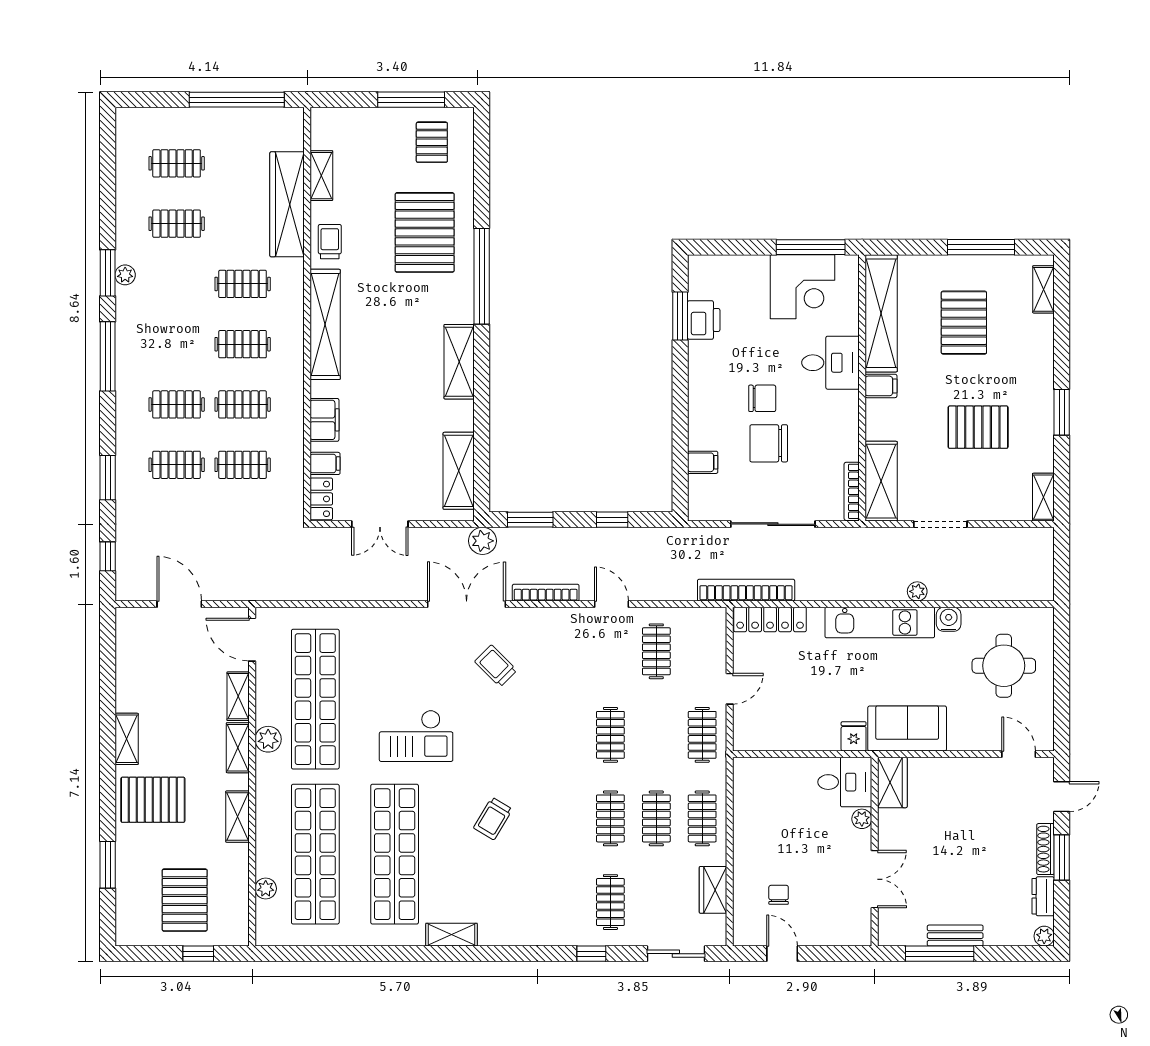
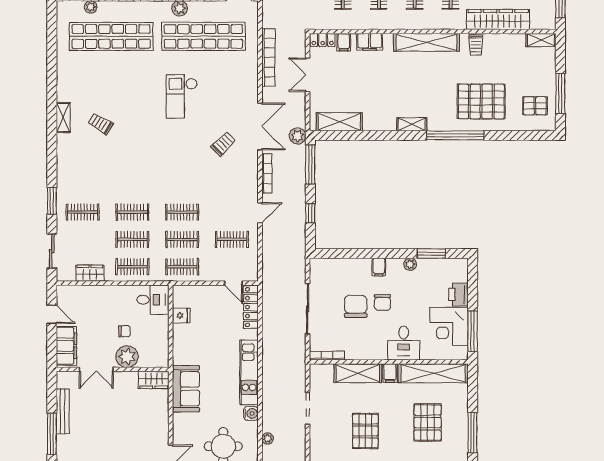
shelving: (321, 176) -> (541, 40), moved
trolley: (330, 242) -> (476, 45), turned 90
printer: (704, 320) -> (459, 294), moved, turned 90
pallet: (964, 323) -> (428, 423), turned 90
plant: (698, 352) -> (410, 264), added
shelving: (459, 362) -> (412, 124), width x0.67, depth x0.75
filing cabinet: (703, 462) -> (379, 267), moved
shelving: (881, 481) -> (358, 373), moved
window: (530, 520) -> (310, 164), width x1.44
bookcase: (746, 590) -> (268, 57), moved
plant: (917, 591) -> (268, 439), moved
door: (730, 689) -> (233, 283), moved
clothes rail: (656, 735) -> (182, 239), added
fridge: (854, 736) -> (181, 316), moved
desk: (845, 782) -> (153, 300), moved, turned -90
trolley: (493, 818) -> (101, 124), moved
plant: (862, 819) -> (127, 357), width x1.87, depth x1.87
shop shelf: (395, 854) -> (111, 84), removed
chair: (779, 895) -> (124, 331), moved
filing cabinet: (835, 929) -> (66, 346), added
bench: (955, 936) -> (63, 411), width x1.36
window: (591, 954) -> (52, 201), width x1.50
door: (782, 954) -> (52, 314), hinge flipped
window: (940, 954) -> (52, 434), moved

